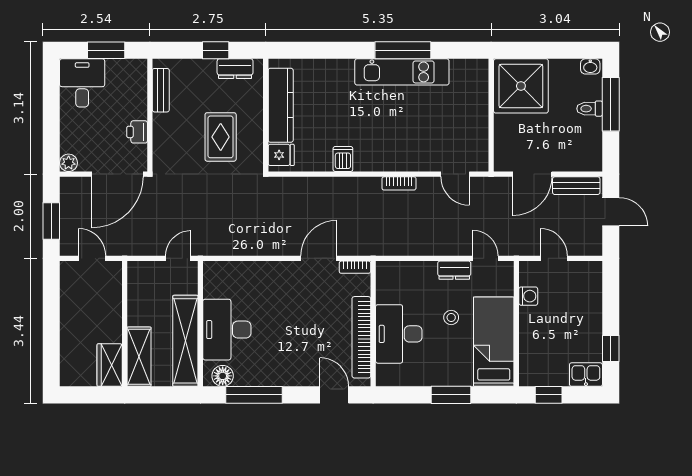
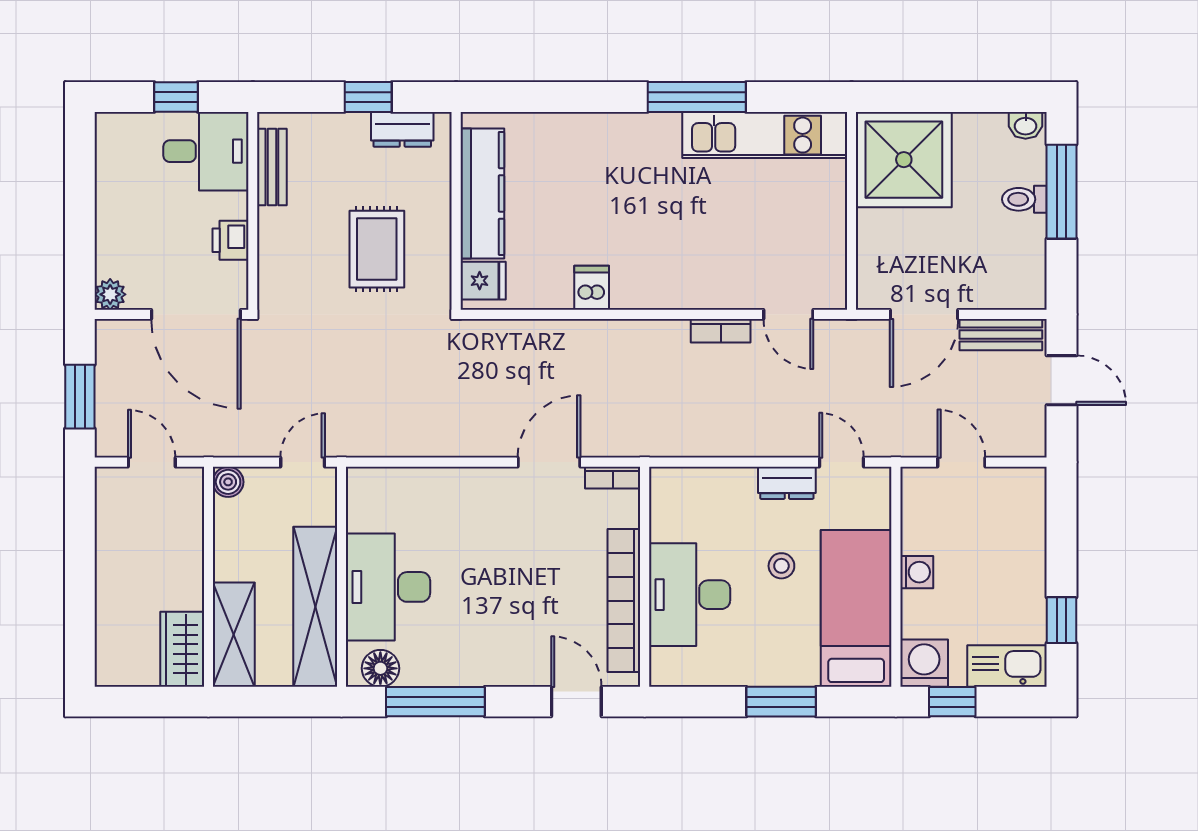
window: (106, 50) -> (176, 97), width x0.67
kitchen unit: (402, 72) -> (765, 135), moved
desk: (82, 83) -> (206, 151), moved, turned 90
door: (117, 174) -> (196, 314), hinge flipped
bookcase: (399, 183) -> (721, 331), moved
boiler: (136, 270) -> (228, 482), added
washing machine: (528, 296) -> (917, 572), moved
washing machine: (532, 373) -> (924, 663), added
kitchen sink: (586, 375) -> (1007, 666), width x1.38

